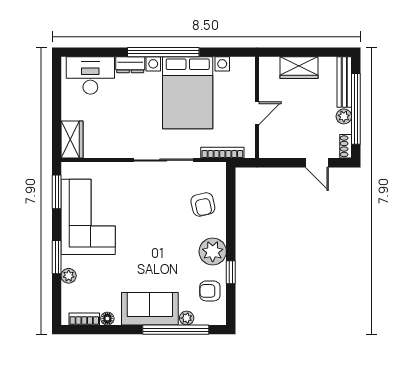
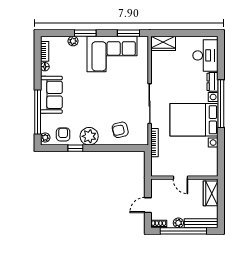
wall: (257, 107) -> (184, 178), moved
door: (257, 113) -> (180, 178), moved
plant: (187, 318) -> (45, 137), moved

